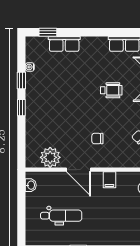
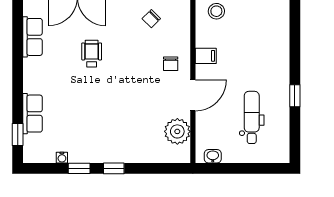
chair: (97, 139) -> (171, 64), moved

